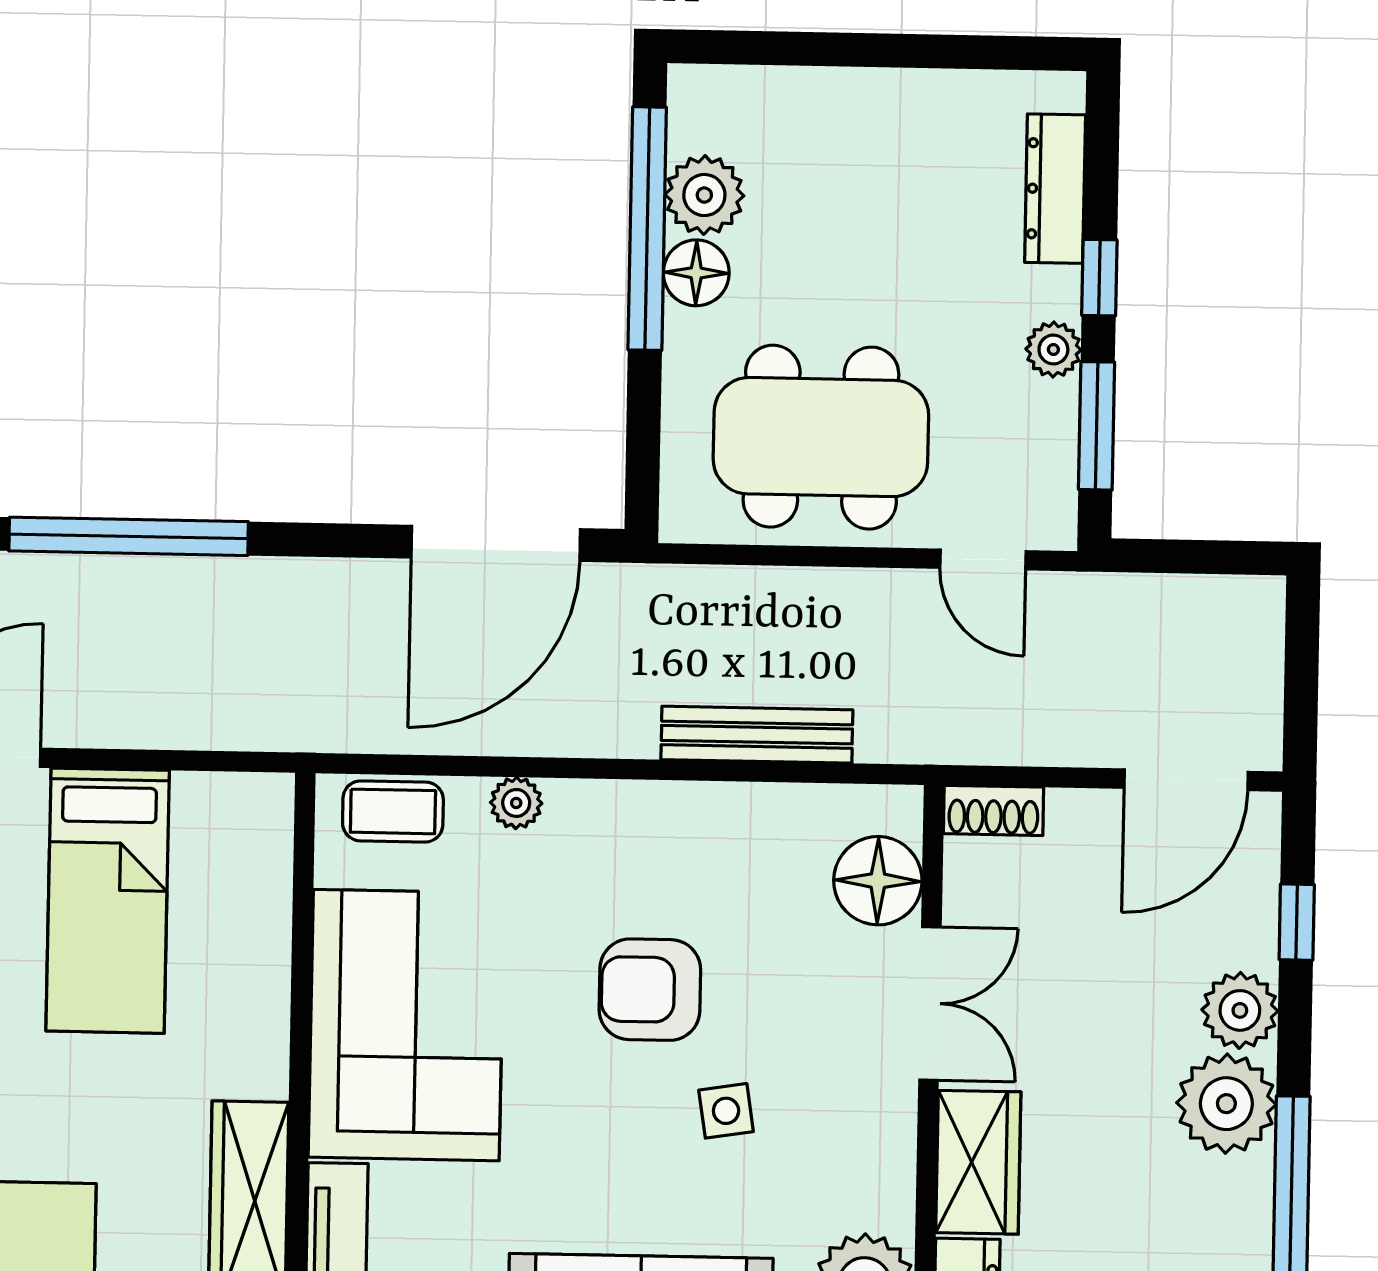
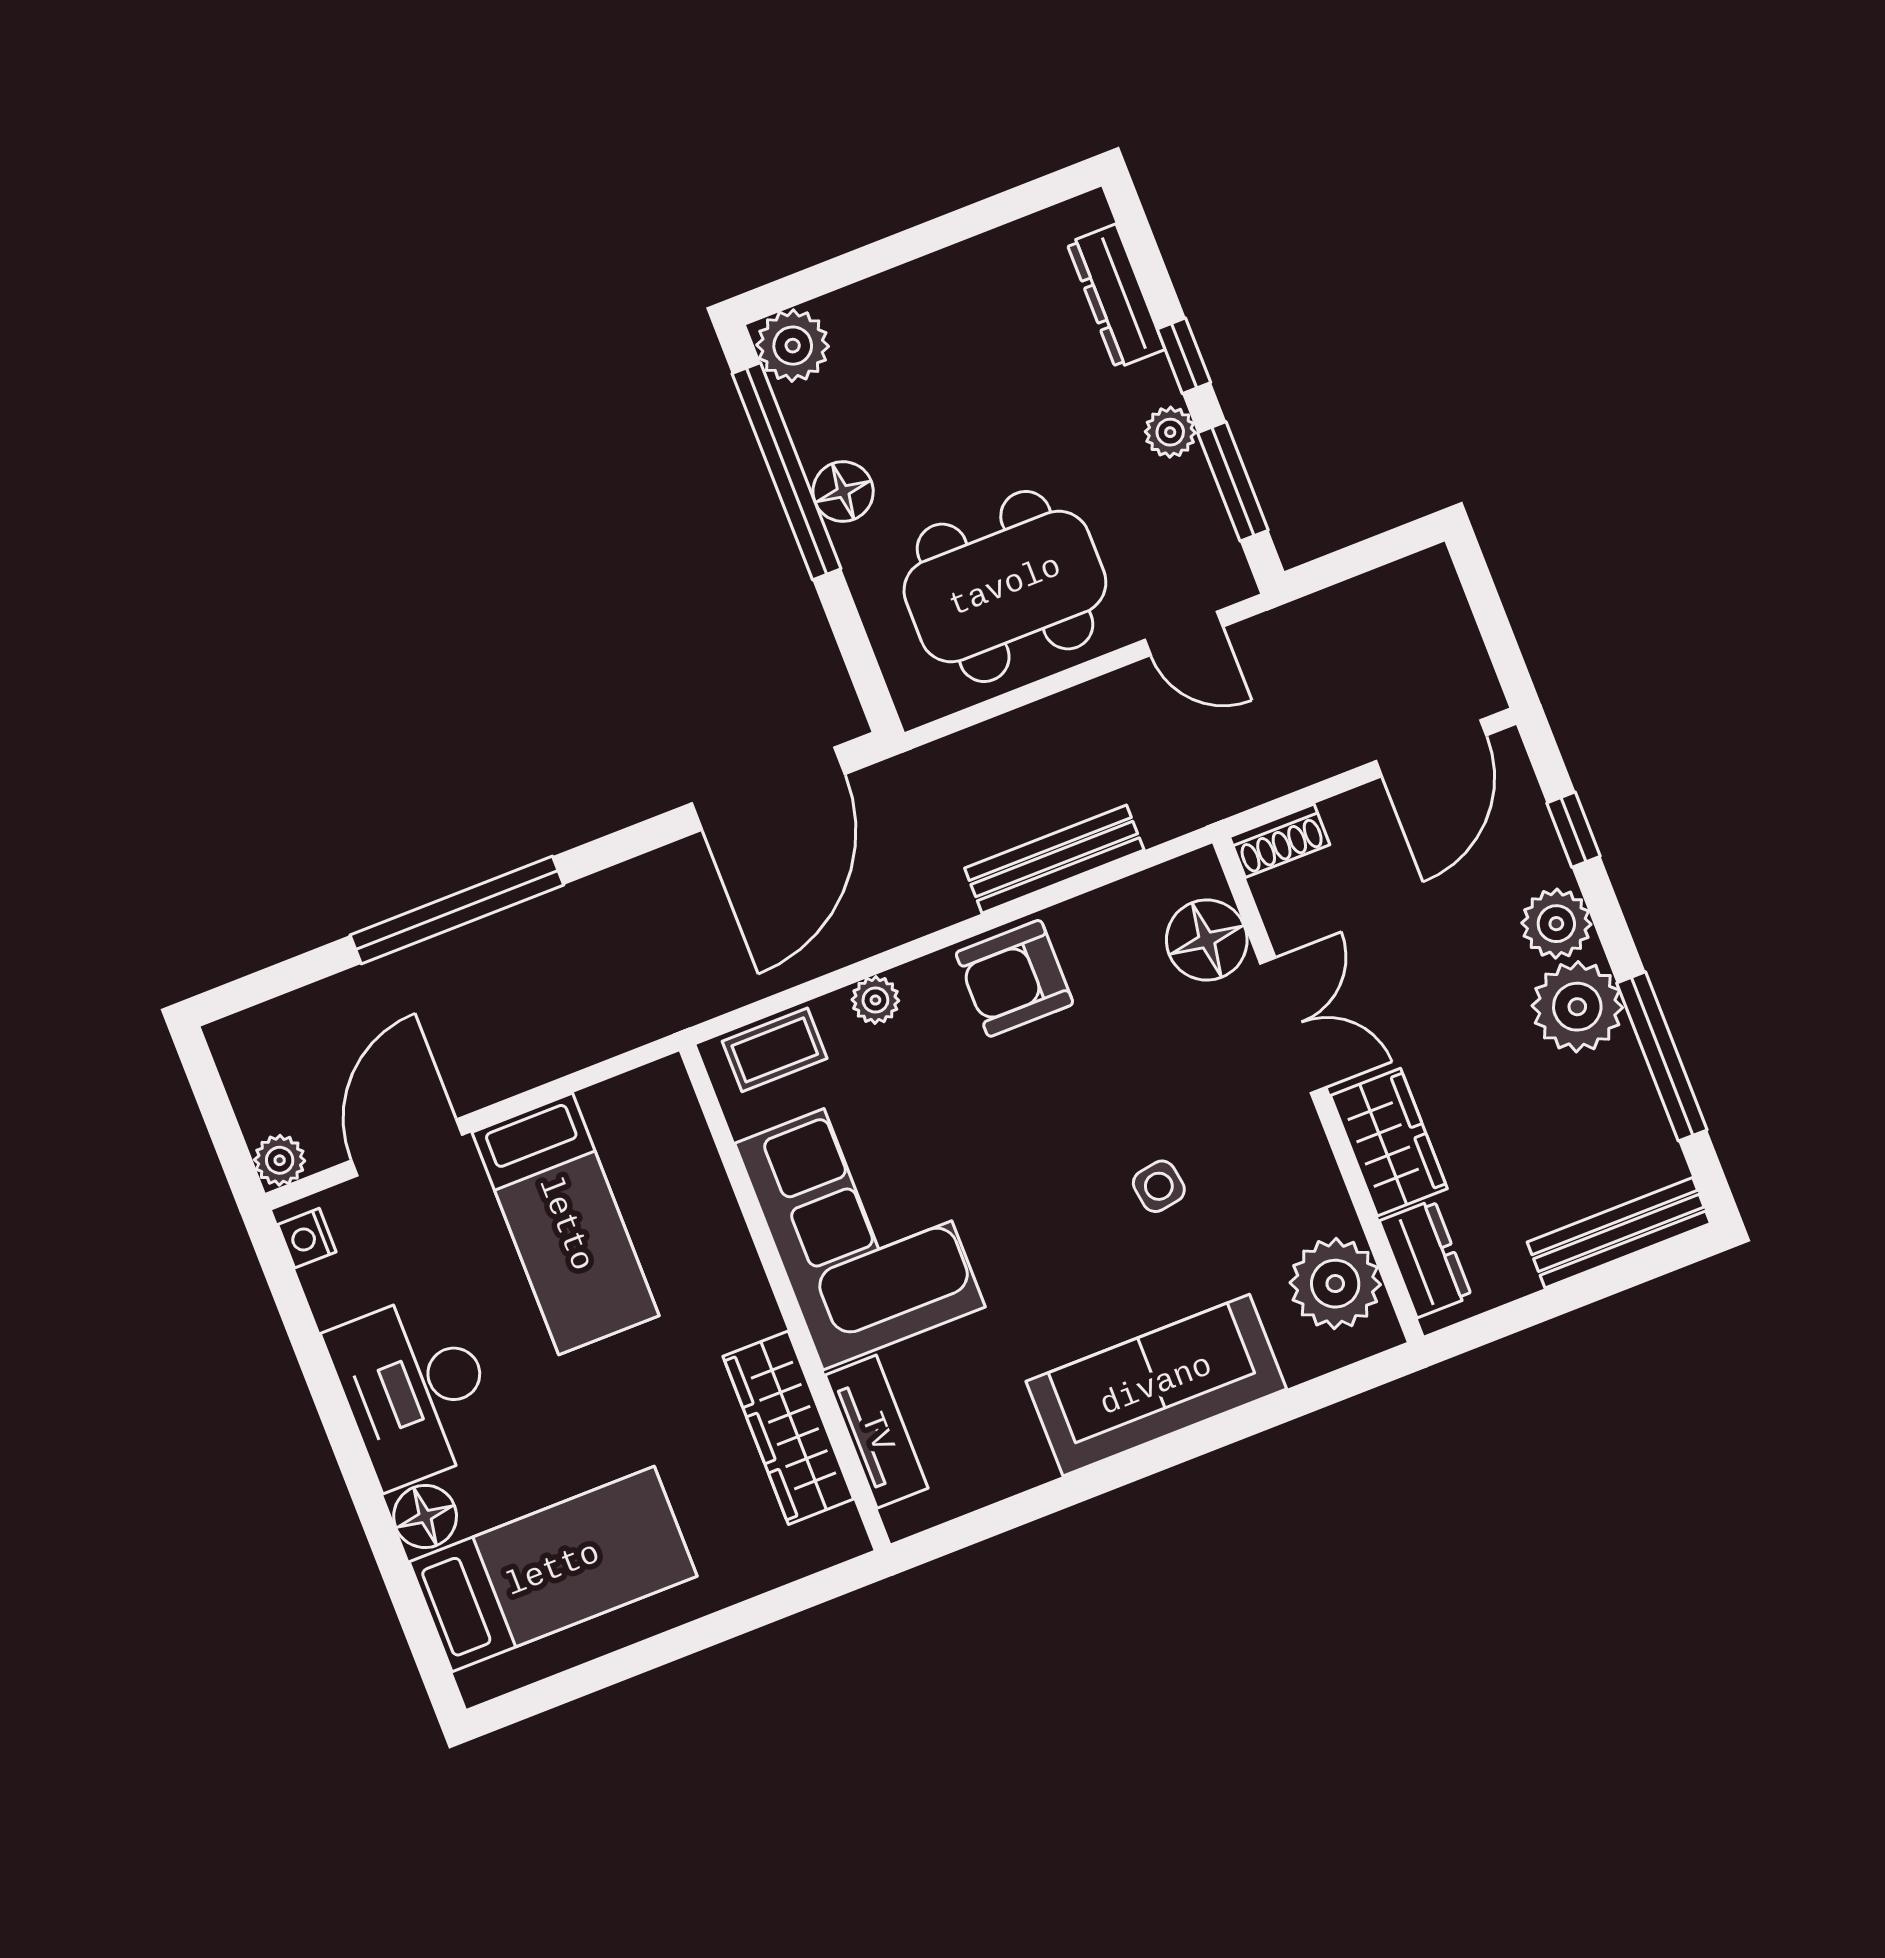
plant: (704, 195) -> (793, 346), moved
armchair: (650, 990) -> (1014, 978), moved

